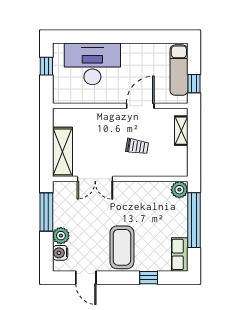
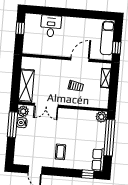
desk: (92, 64) -> (51, 26), width x0.53, depth x0.77
plant: (61, 236) -> (23, 111), moved
coffee table: (122, 247) -> (60, 152), width x0.54, depth x0.58
water cooler: (60, 253) -> (22, 123), moved
window: (149, 278) -> (88, 174), moved

